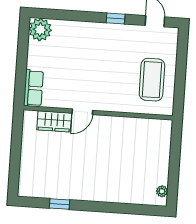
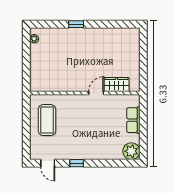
row of seats: (33, 88) -> (133, 120), moved
window: (59, 204) -> (76, 24), moved

